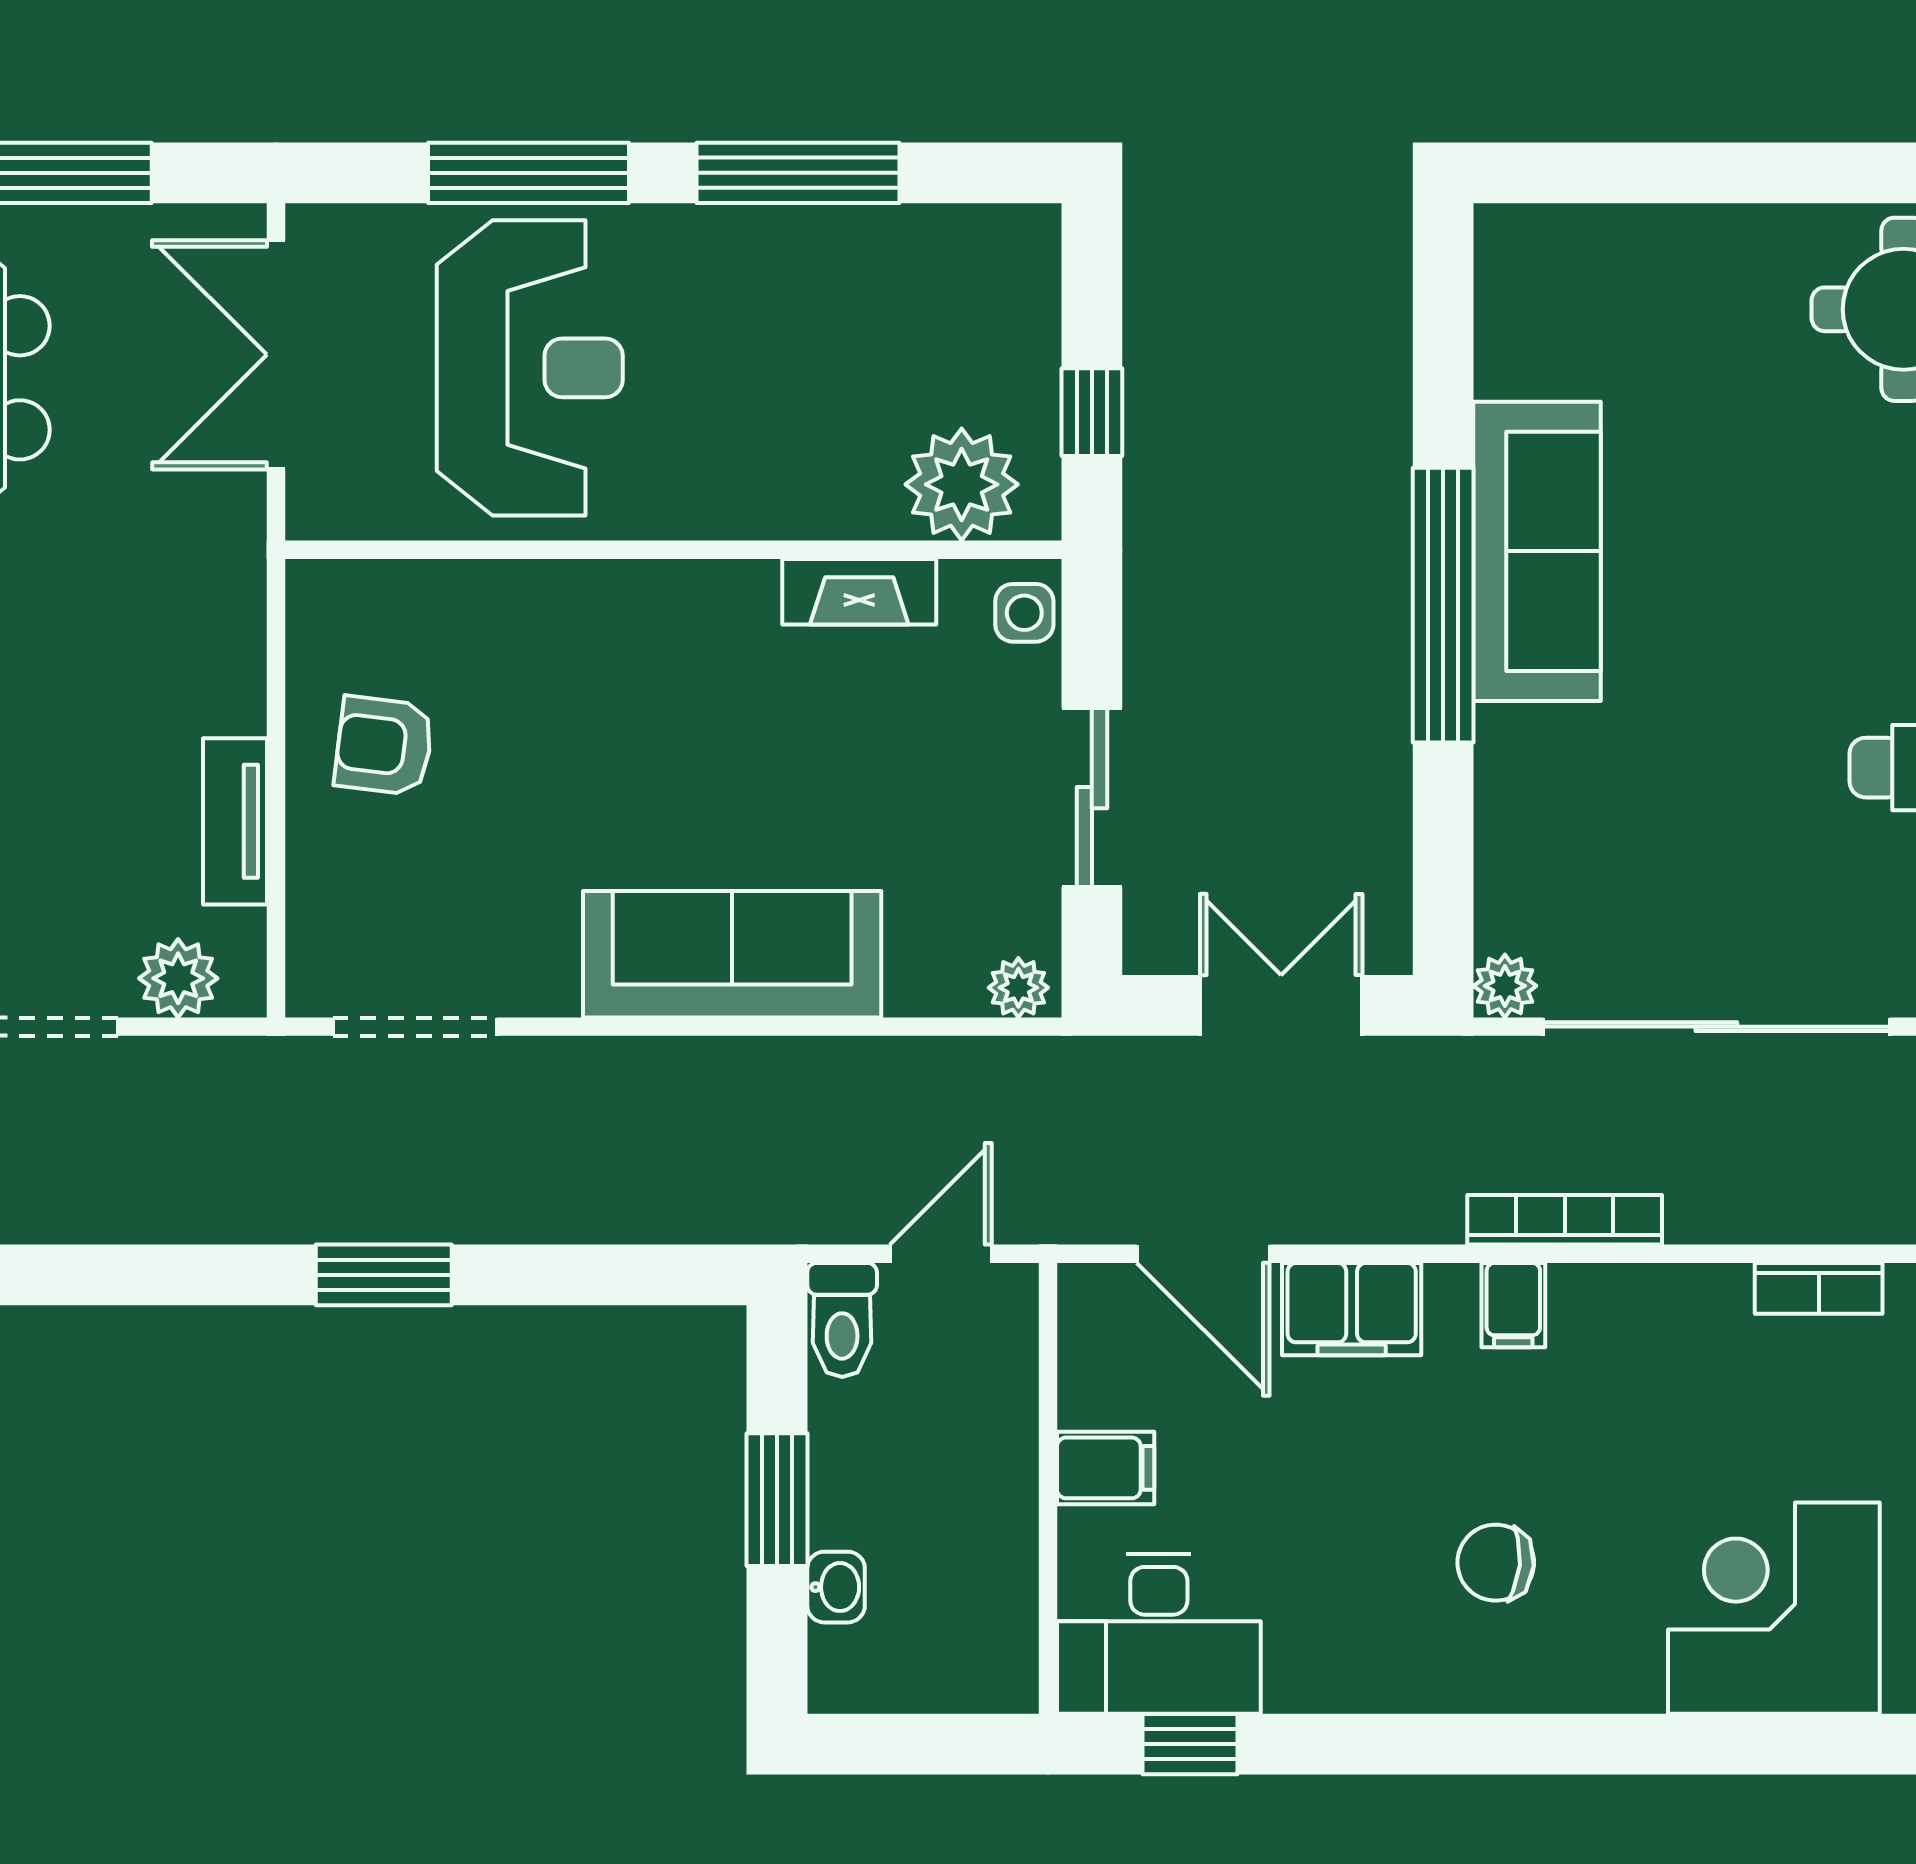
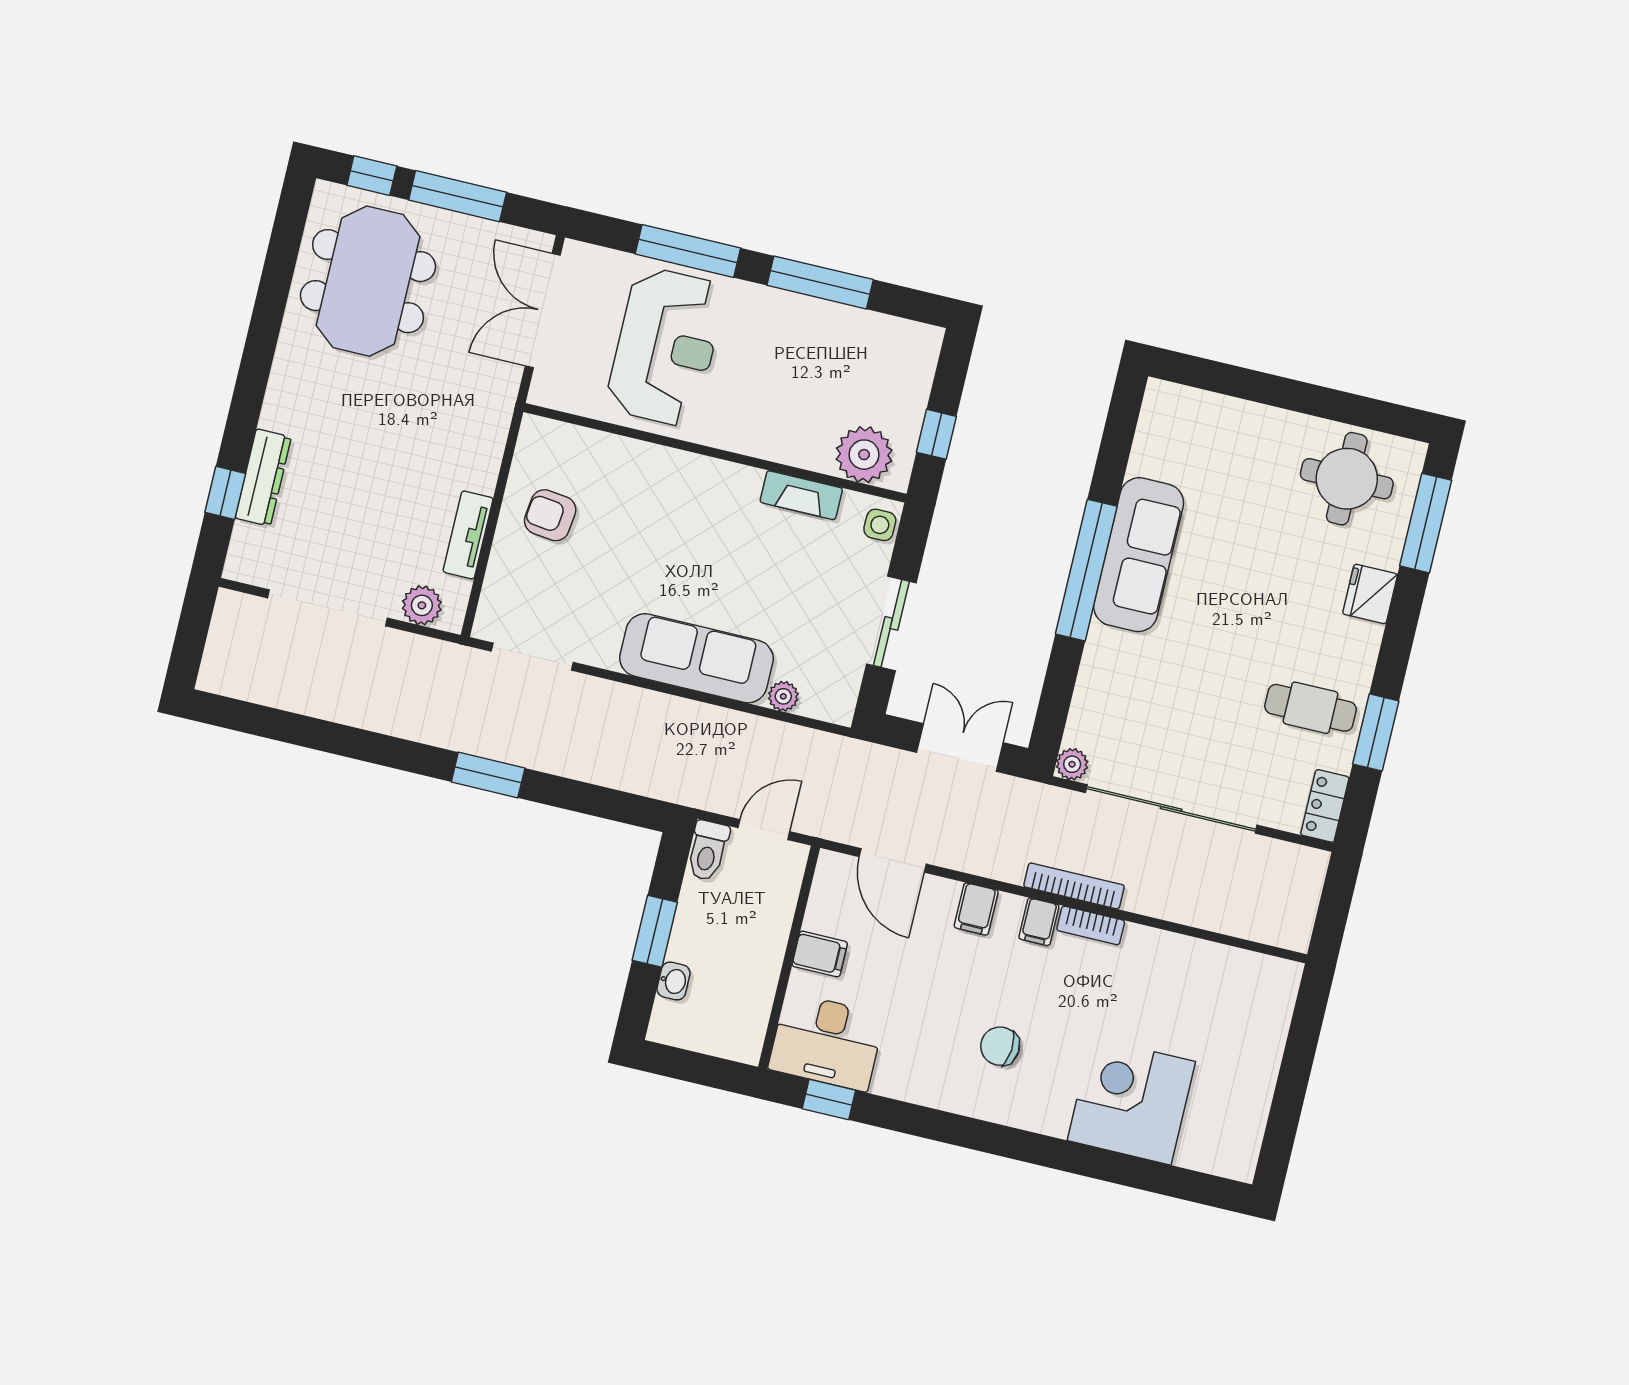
plant: (1018, 988) -> (783, 696), moved
bookcase: (1819, 1288) -> (1091, 925), moved
filing cabinet: (1352, 1309) -> (976, 909), width x0.50

